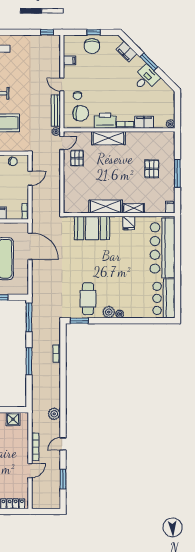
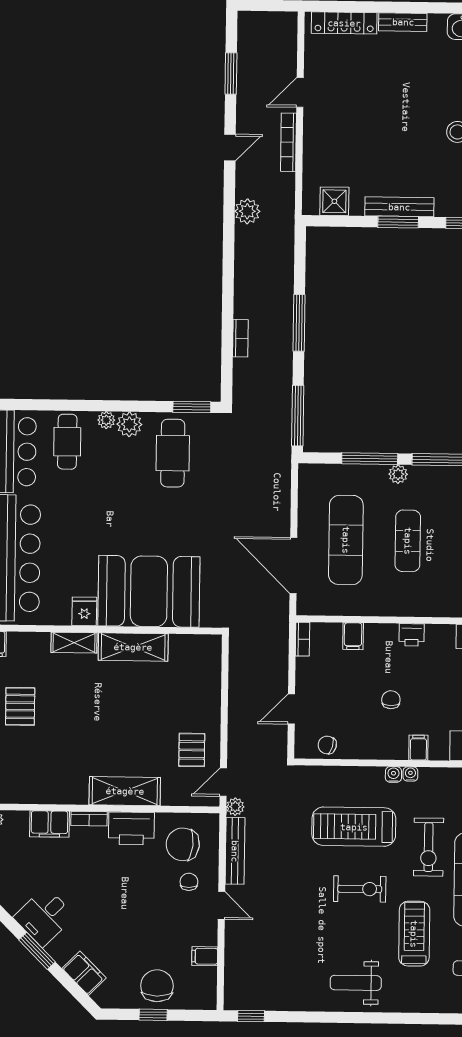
pallet: (152, 169) -> (20, 706), moved
booth: (92, 228) -> (149, 591), width x1.36, depth x1.42
cafe table: (138, 303) -> (67, 442), added

